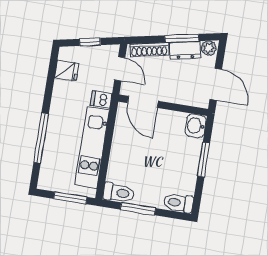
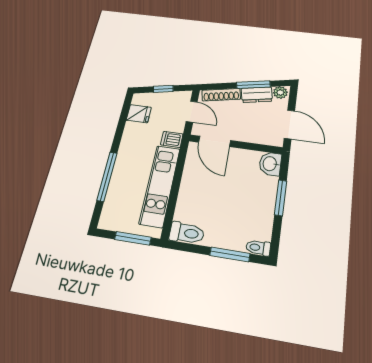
toilet: (178, 203) -> (258, 248), width x0.73, depth x0.72
window: (138, 209) -> (230, 254), moved

